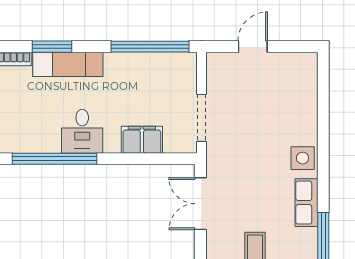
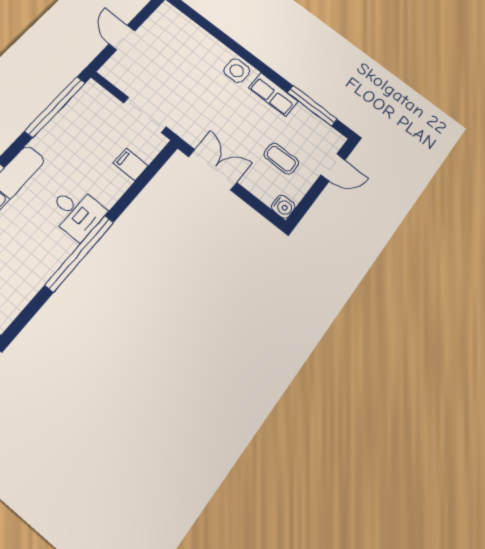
filing cabinet: (142, 140) -> (131, 164), width x0.50
double door: (200, 204) -> (213, 170), swing flipped

